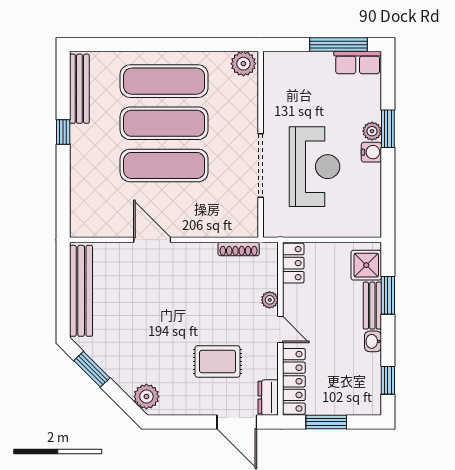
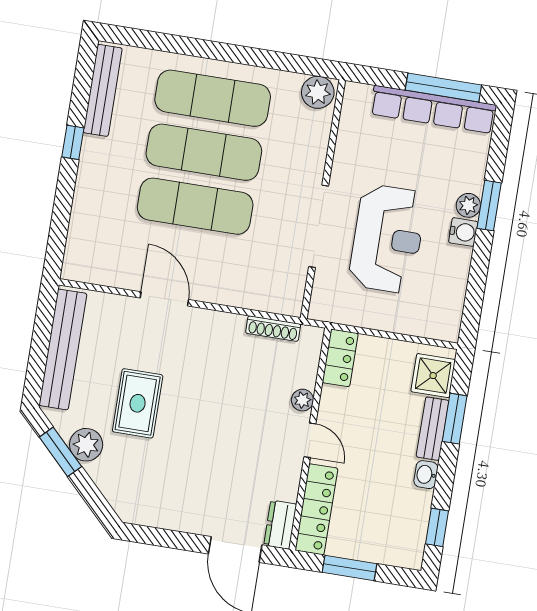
row of seats: (358, 62) -> (433, 109), width x2.02
rug: (217, 362) -> (138, 403), moved, turned 90
plant: (146, 397) -> (86, 445), moved

